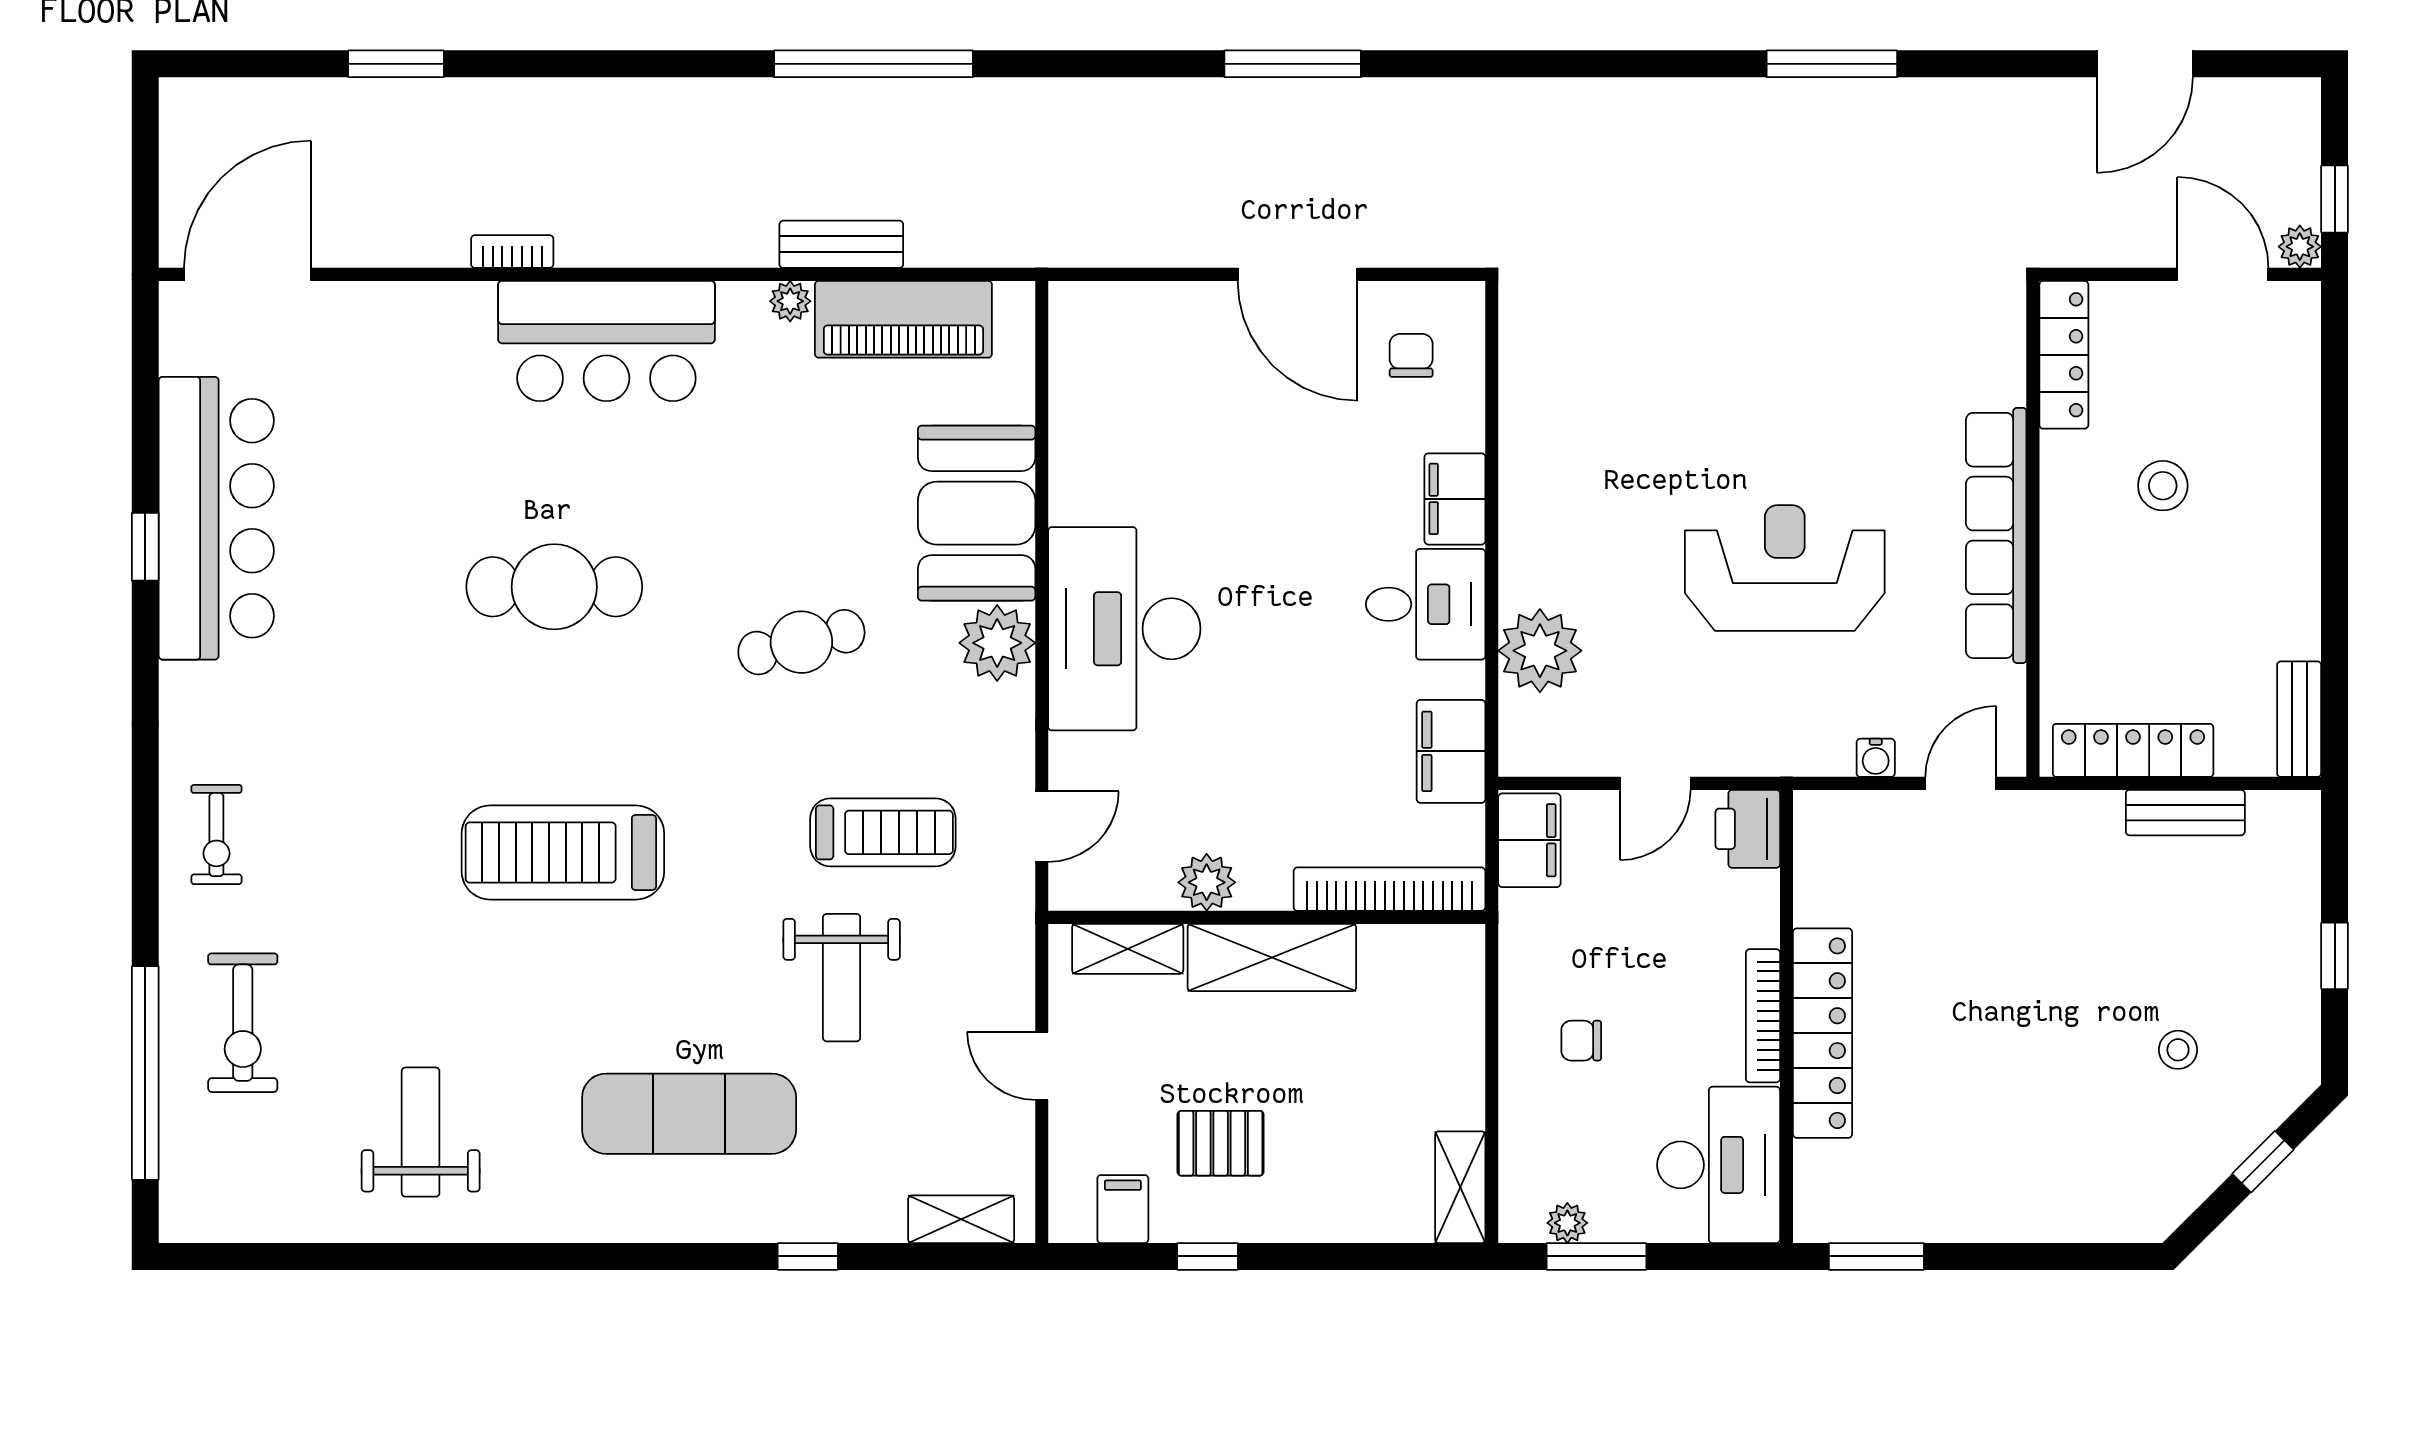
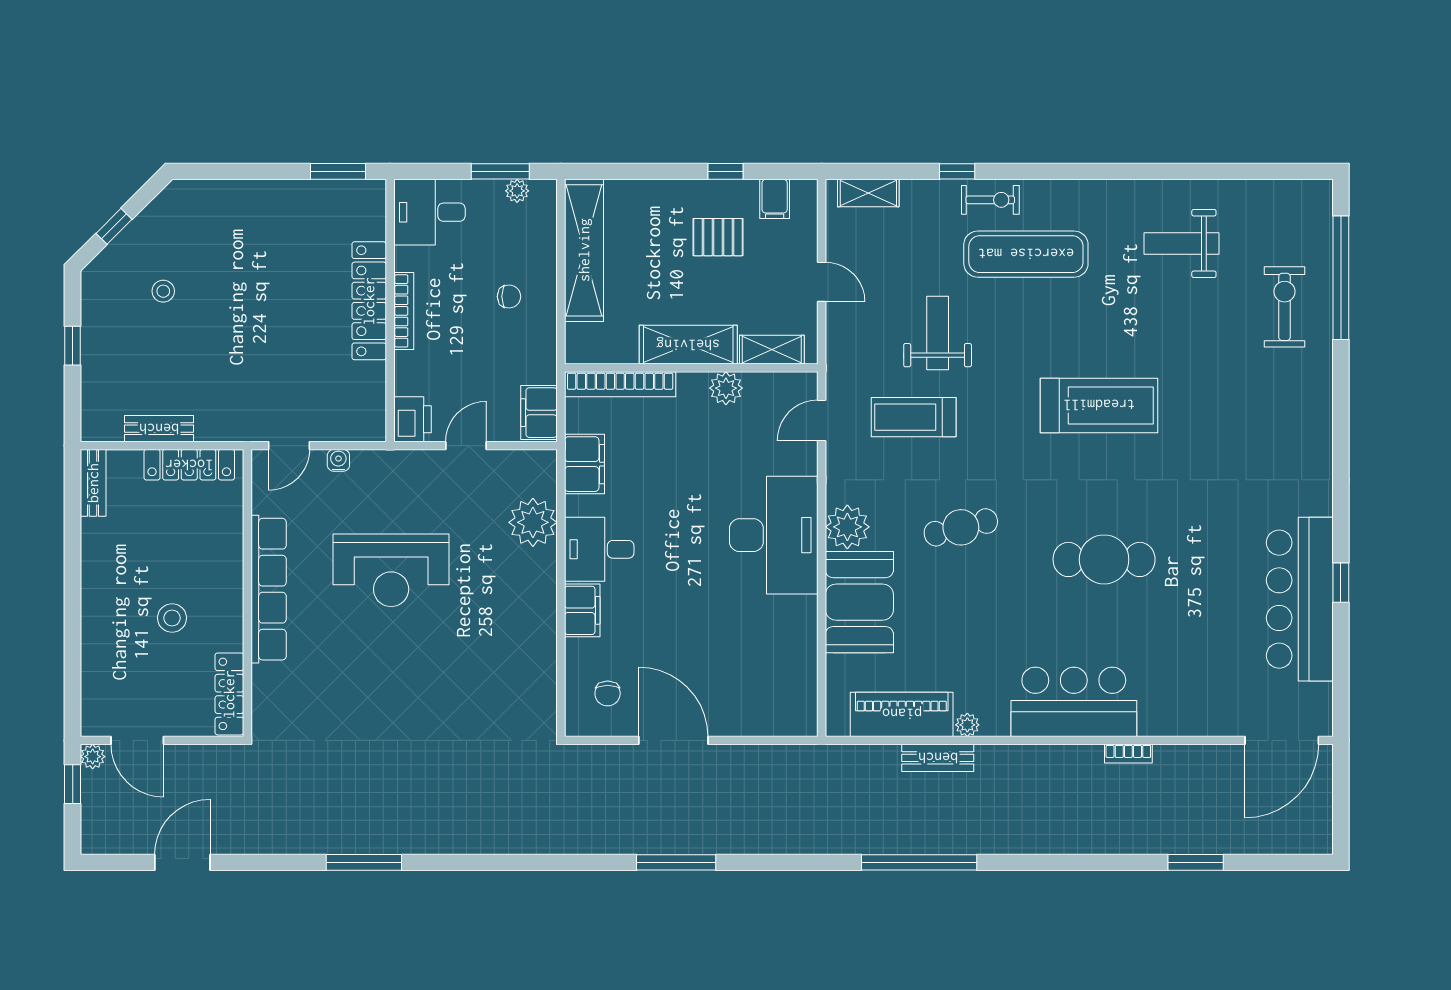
exercise bike: (216, 835) -> (990, 200), moved, turned 90
weight bench: (421, 1132) -> (1181, 243), turned 90
desk: (1719, 1165) -> (429, 212), width x0.73
shelving: (1460, 1187) -> (584, 250), width x2.20, depth x1.33

